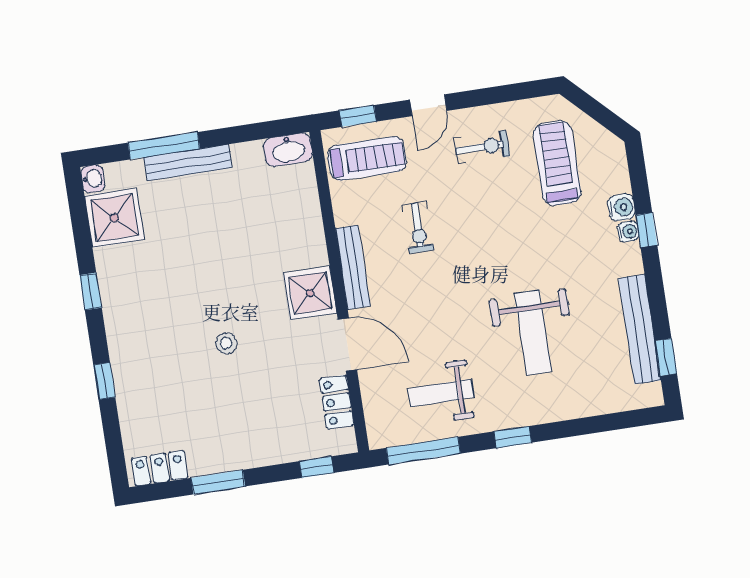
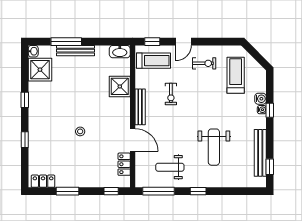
shower: (310, 293) -> (120, 86), moved

